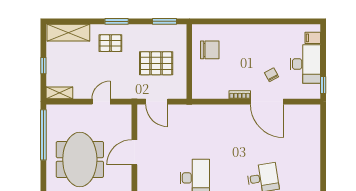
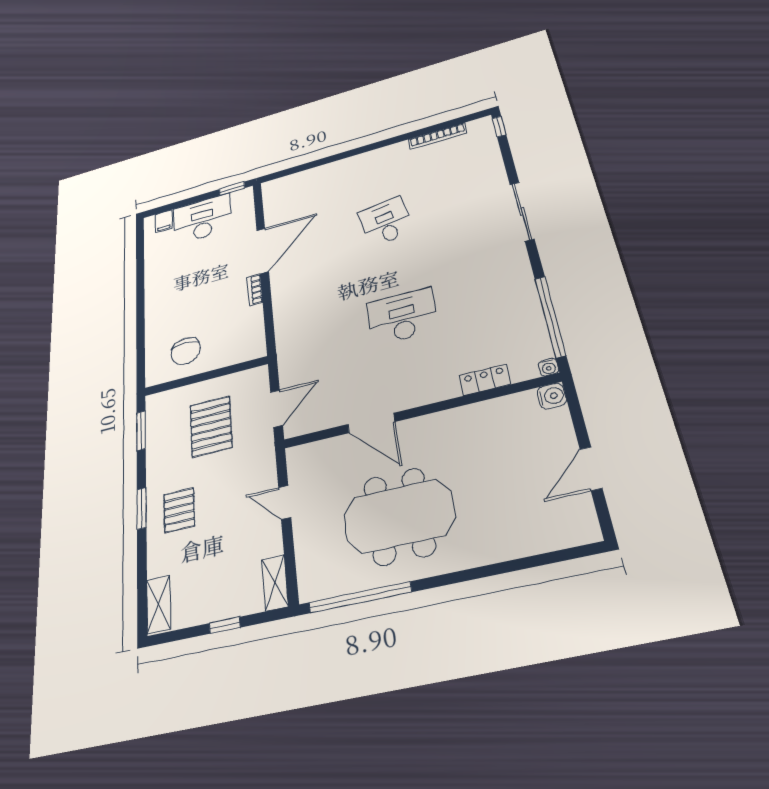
shelving: (68, 33) -> (158, 604), width x0.67, depth x0.75
chair: (210, 50) -> (186, 351), turned 180
chair: (272, 75) -> (221, 257), removed

